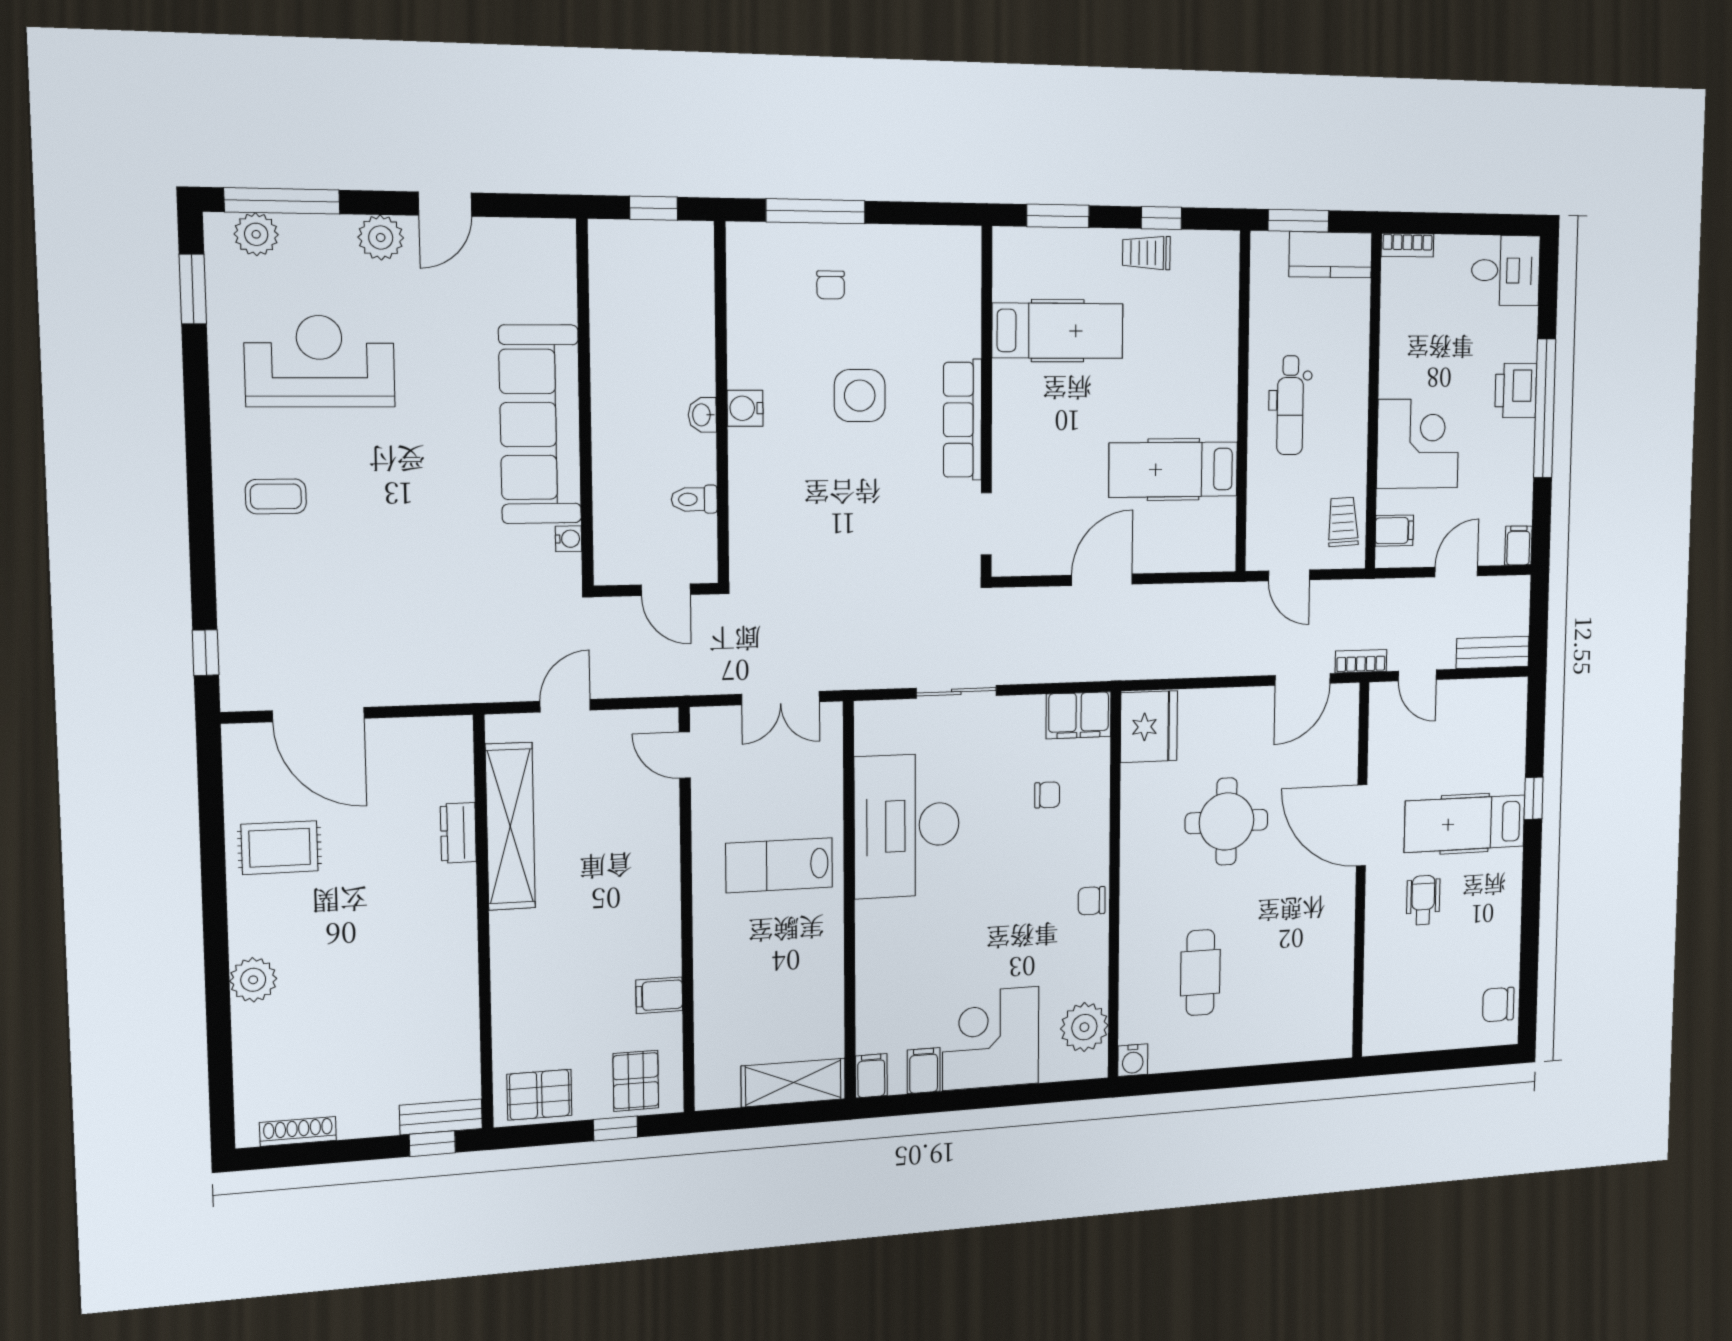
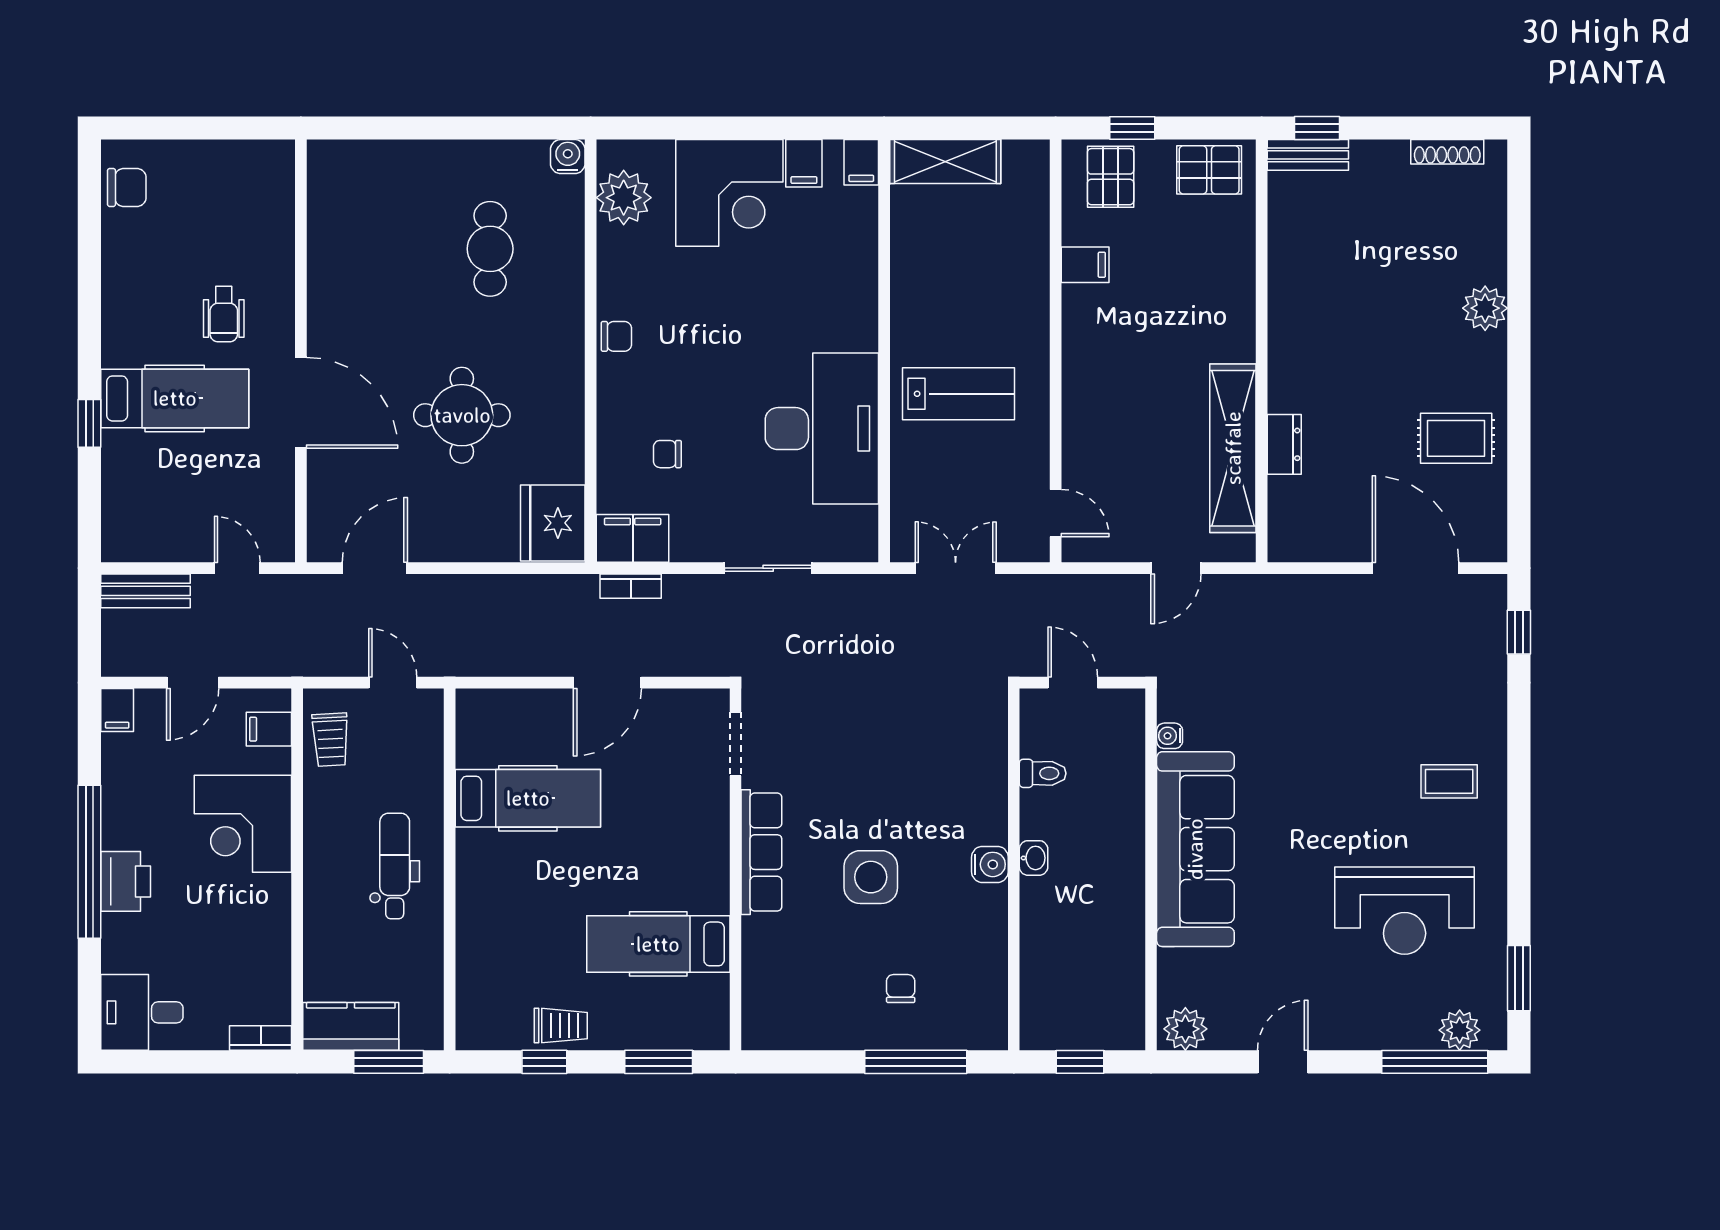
plant: (381, 238) -> (1185, 1029), moved
bookcase: (1361, 661) -> (631, 586), moved

